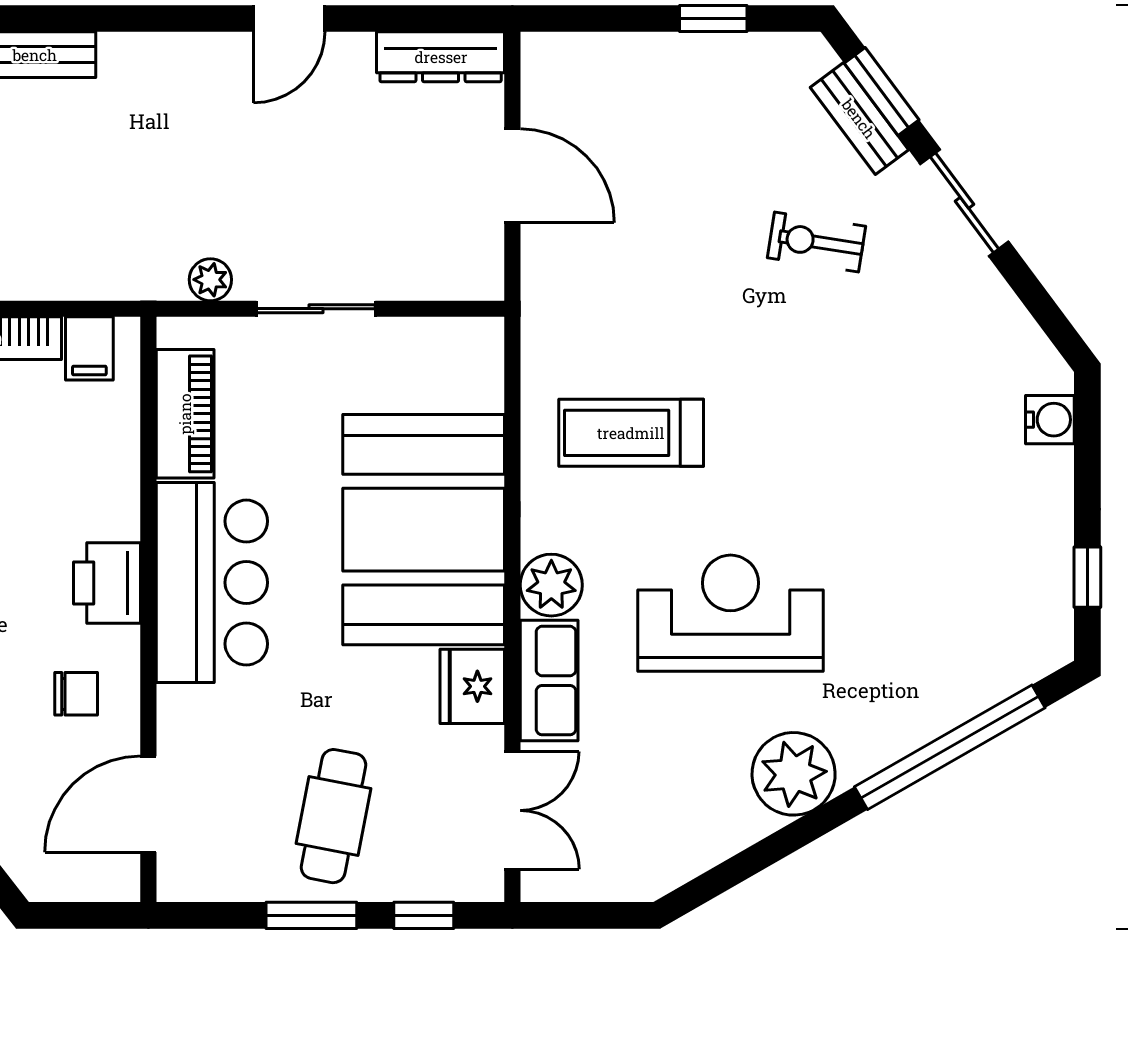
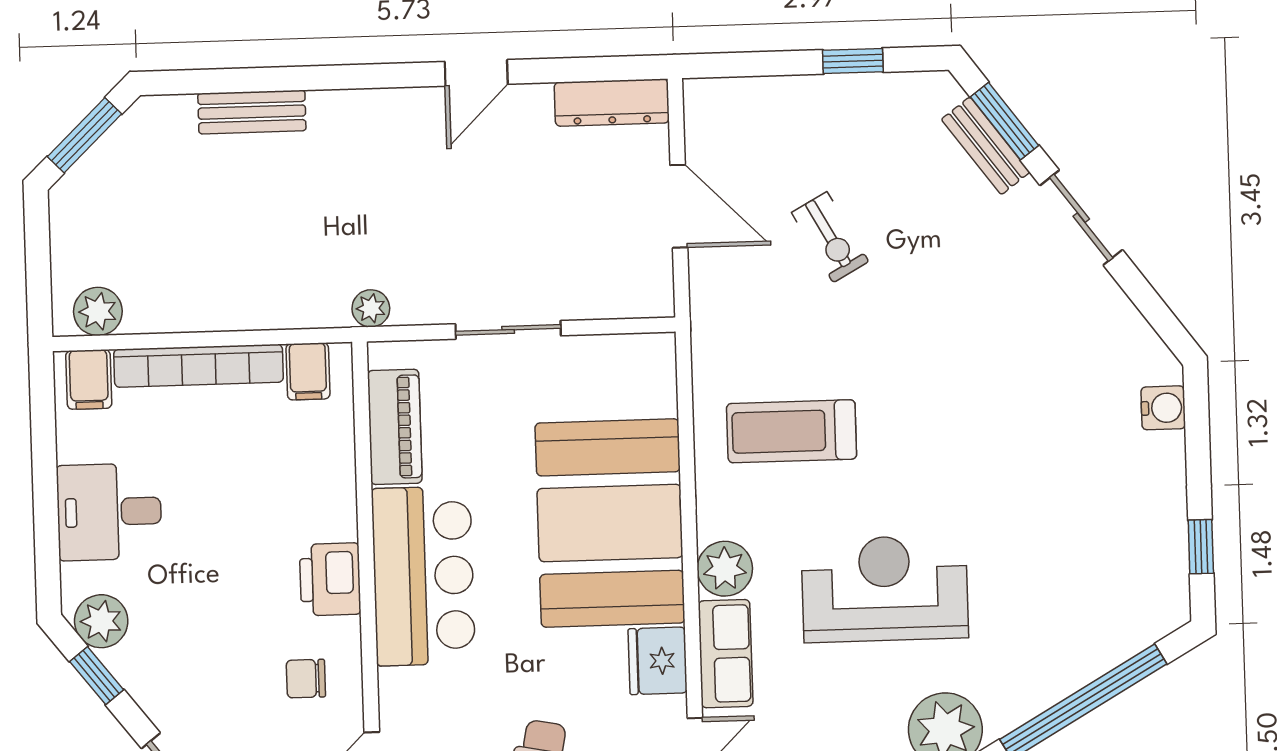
exercise bike: (816, 242) -> (830, 237), moved, turned -128
plant: (210, 280) -> (371, 308), moved
chair: (76, 694) -> (306, 679), turned 180

